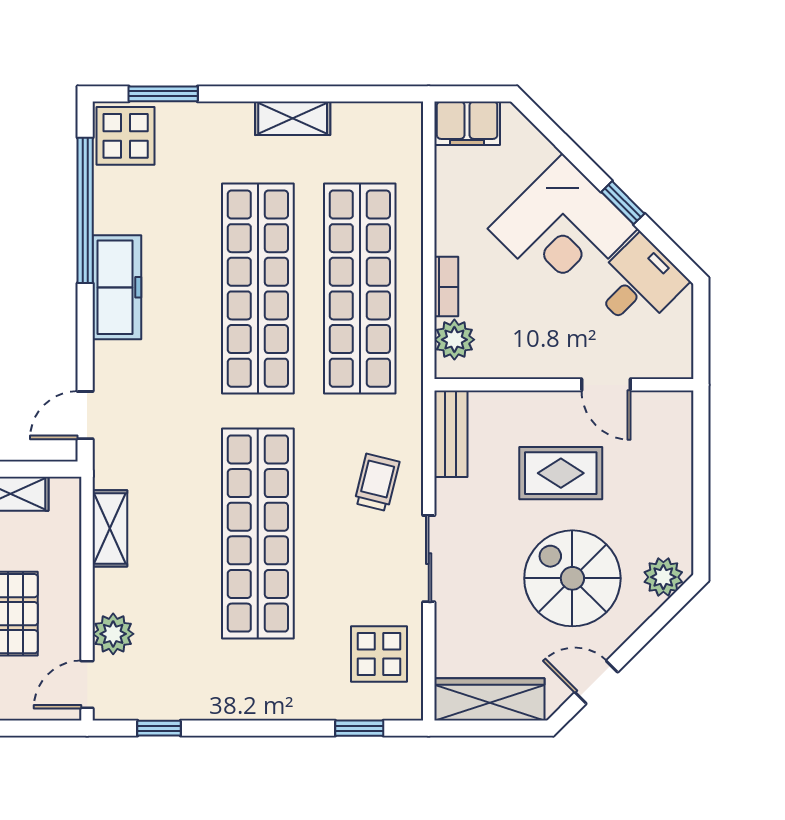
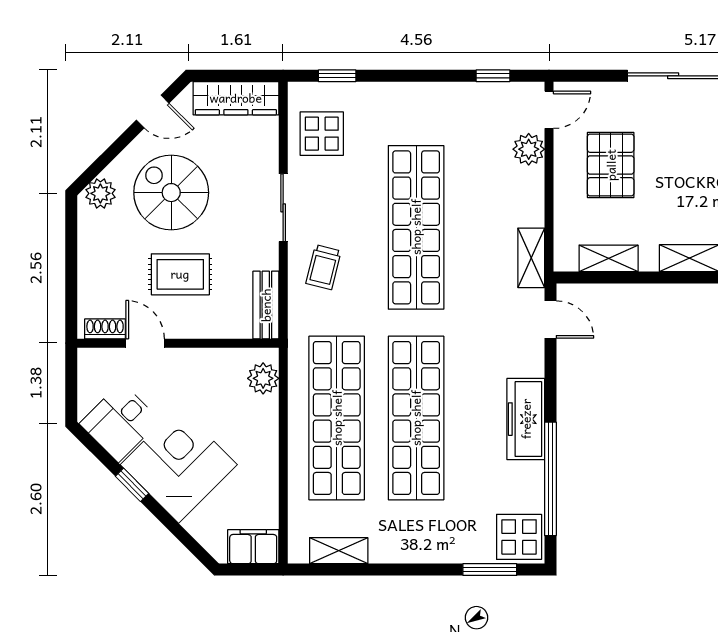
shelving: (293, 118) -> (339, 551), moved
bookcase: (446, 287) -> (269, 420), removed
shoe rack: (657, 403) -> (105, 329), added
door: (85, 415) -> (550, 320), hinge flipped
shelving: (110, 528) -> (531, 258), moved
spiral stairs: (572, 578) -> (171, 193), turned 180

